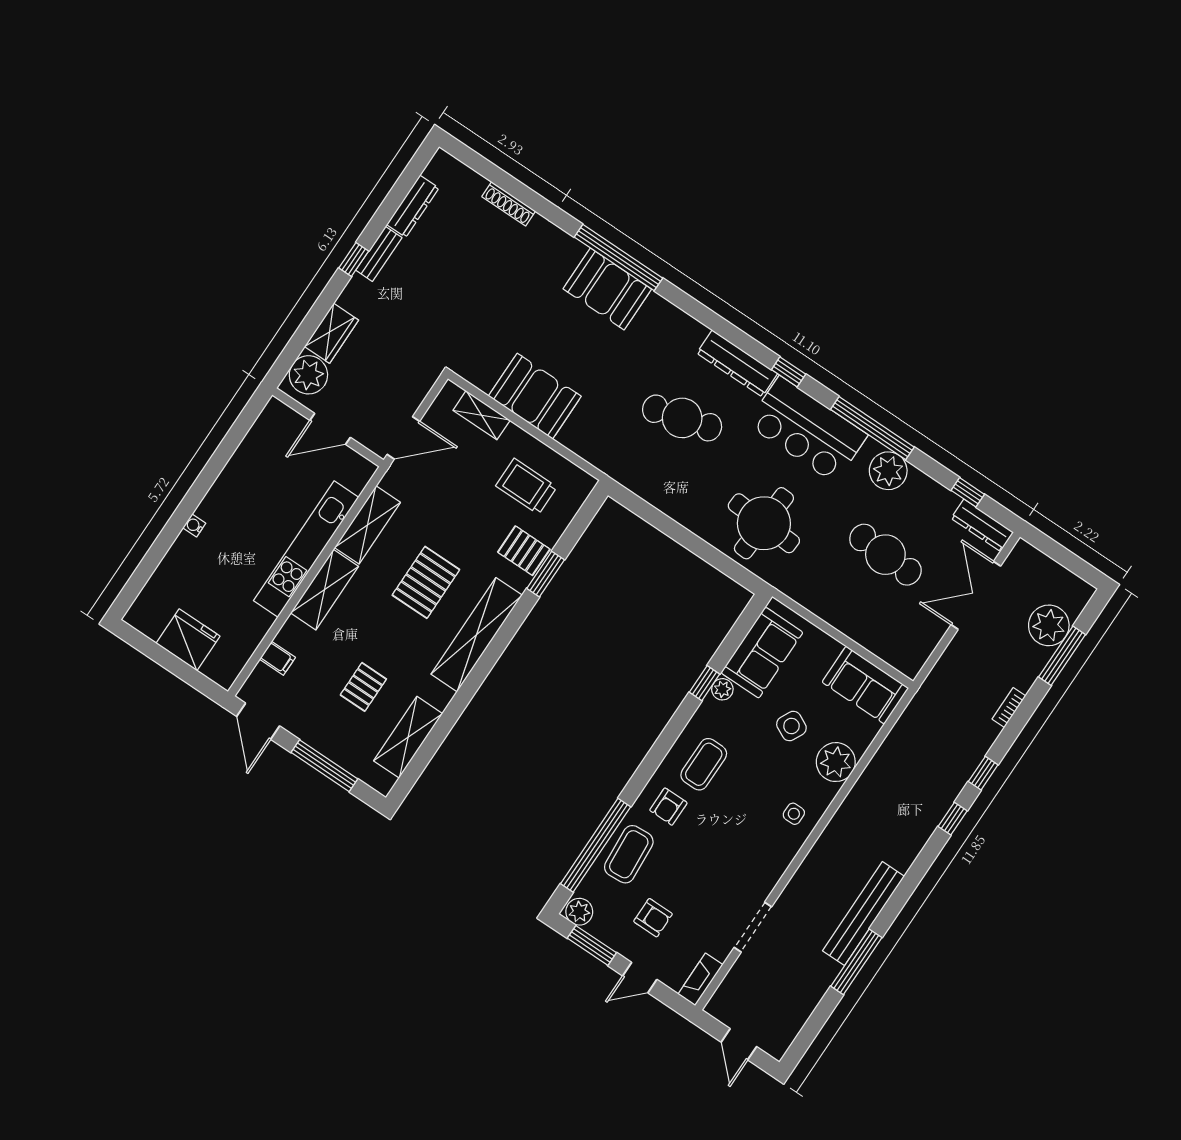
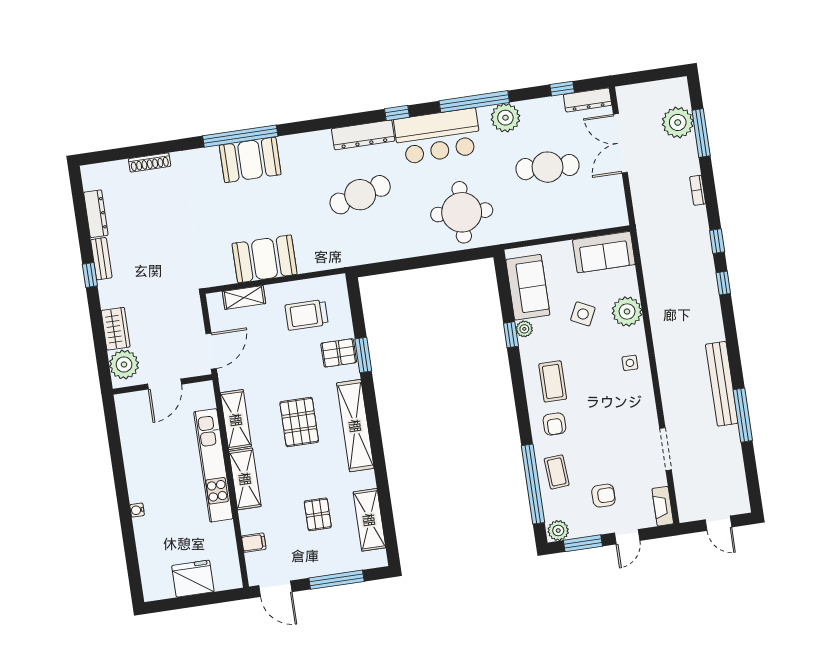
coffee table: (629, 854) -> (557, 472), width x0.73, depth x0.77

